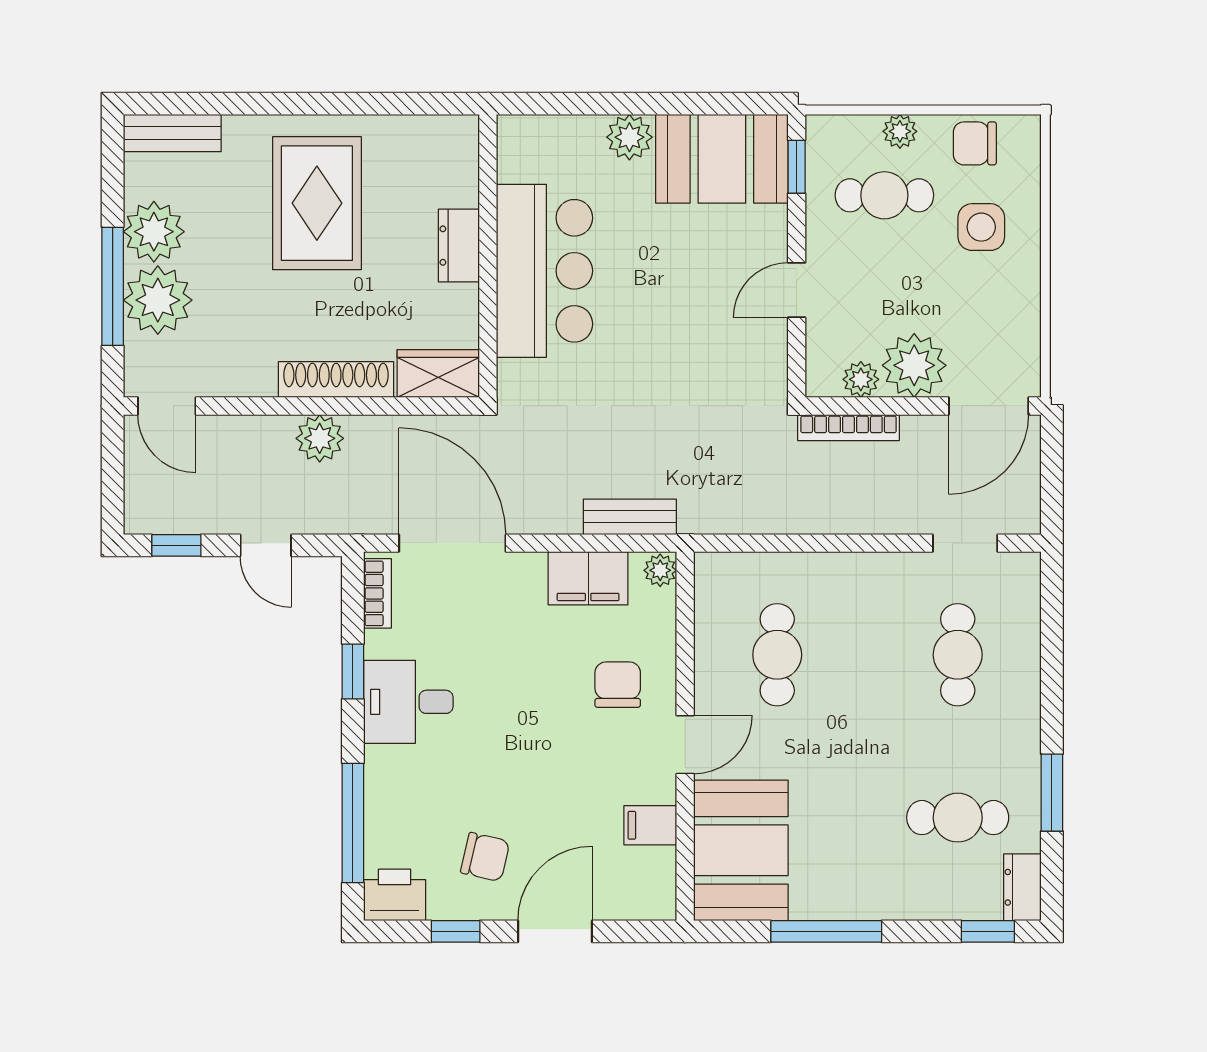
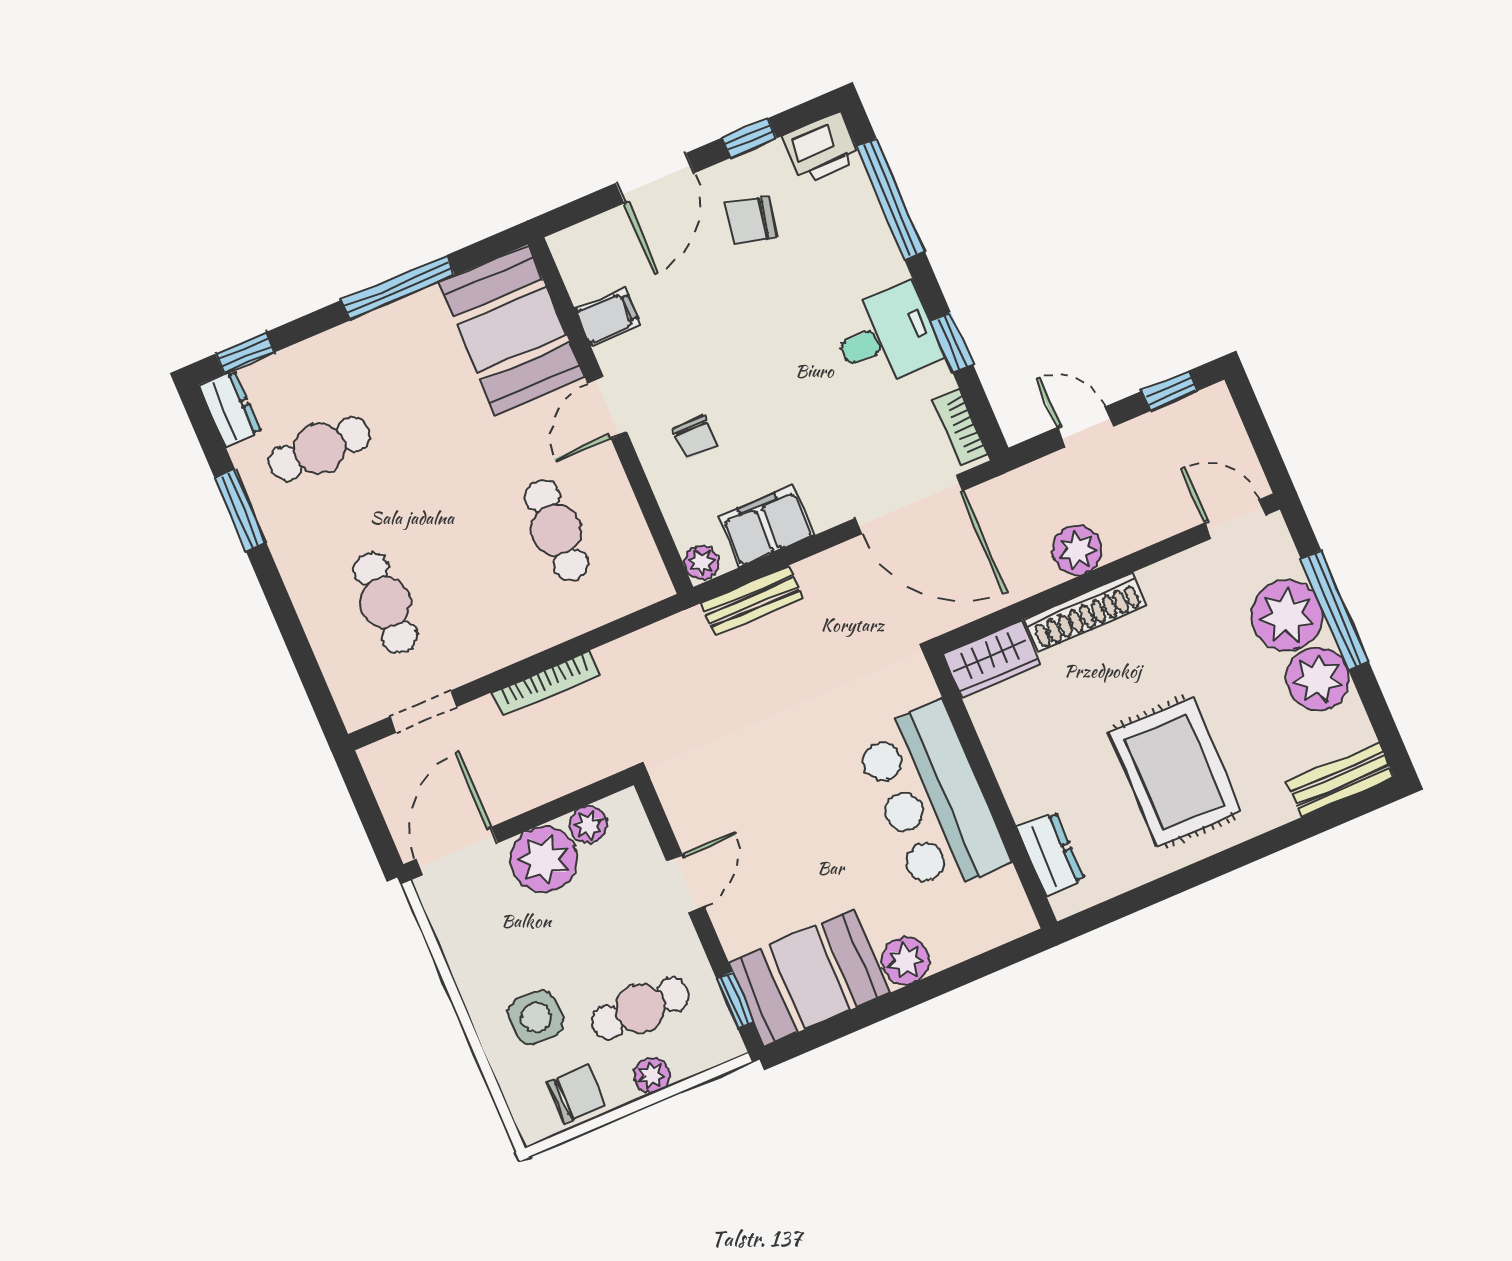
dresser: (459, 246) -> (1051, 853), moved
bookcase: (848, 428) -> (546, 683), moved, turned 180
chair: (618, 685) -> (695, 437), width x0.73, depth x0.73

